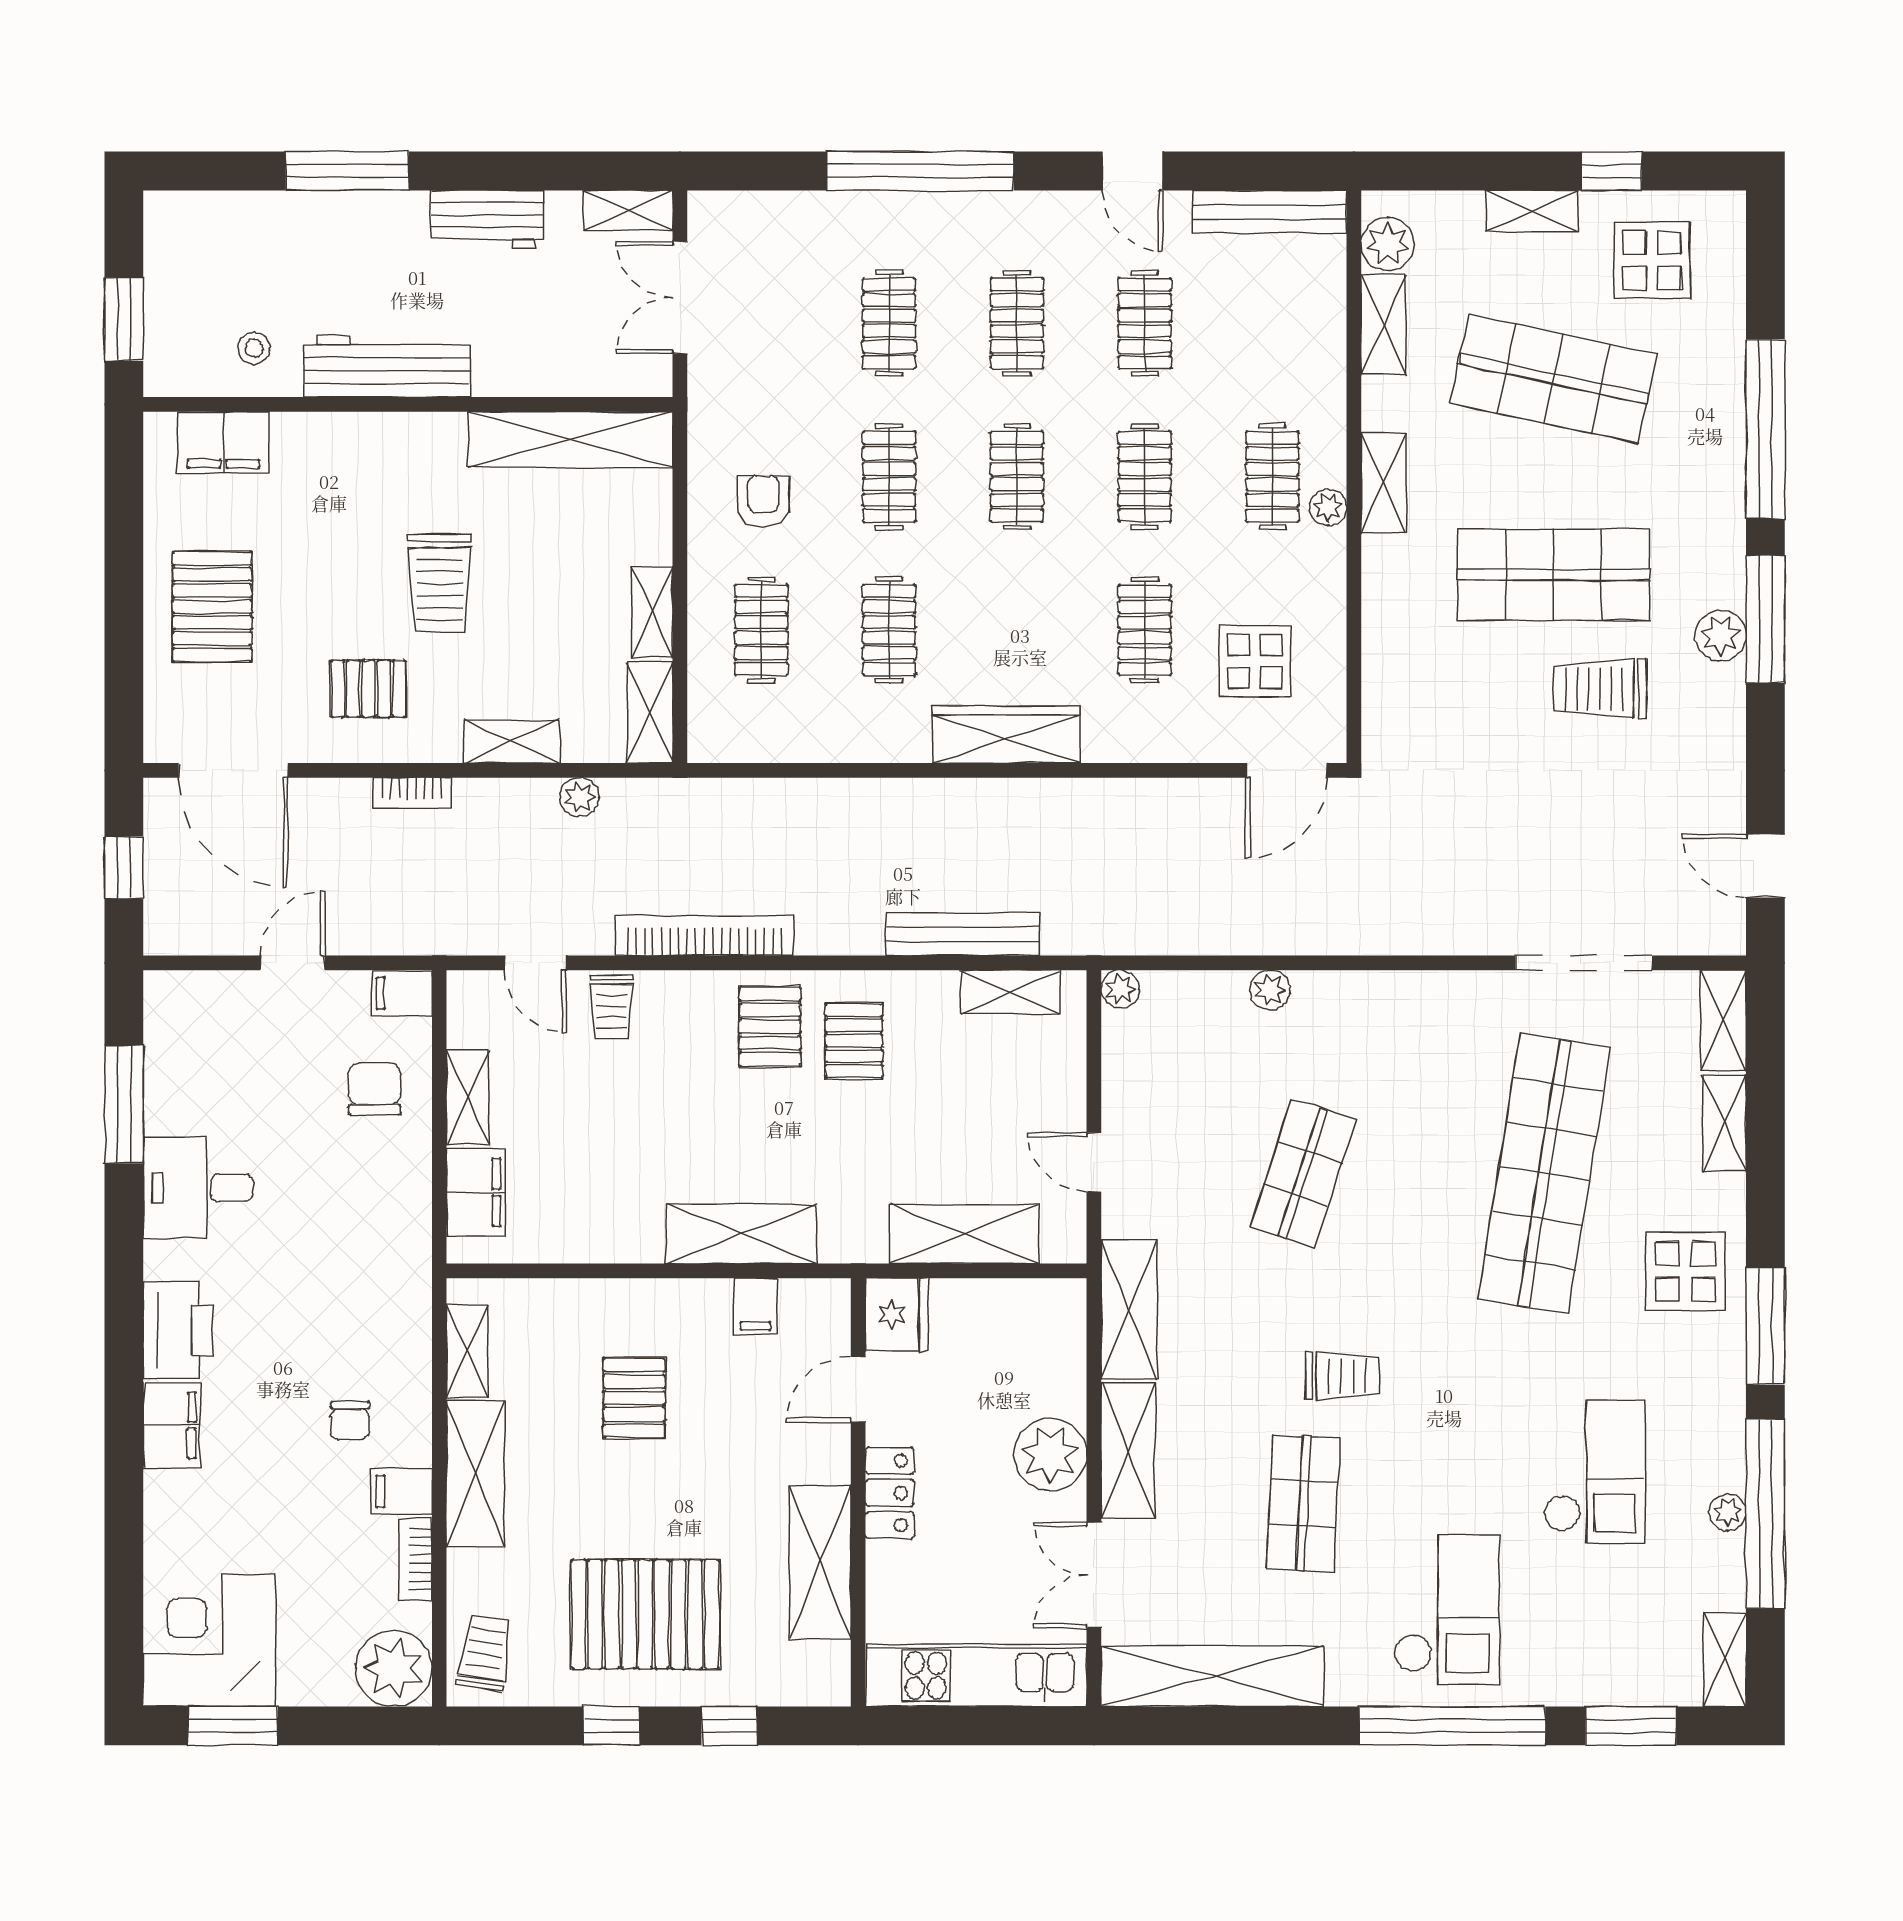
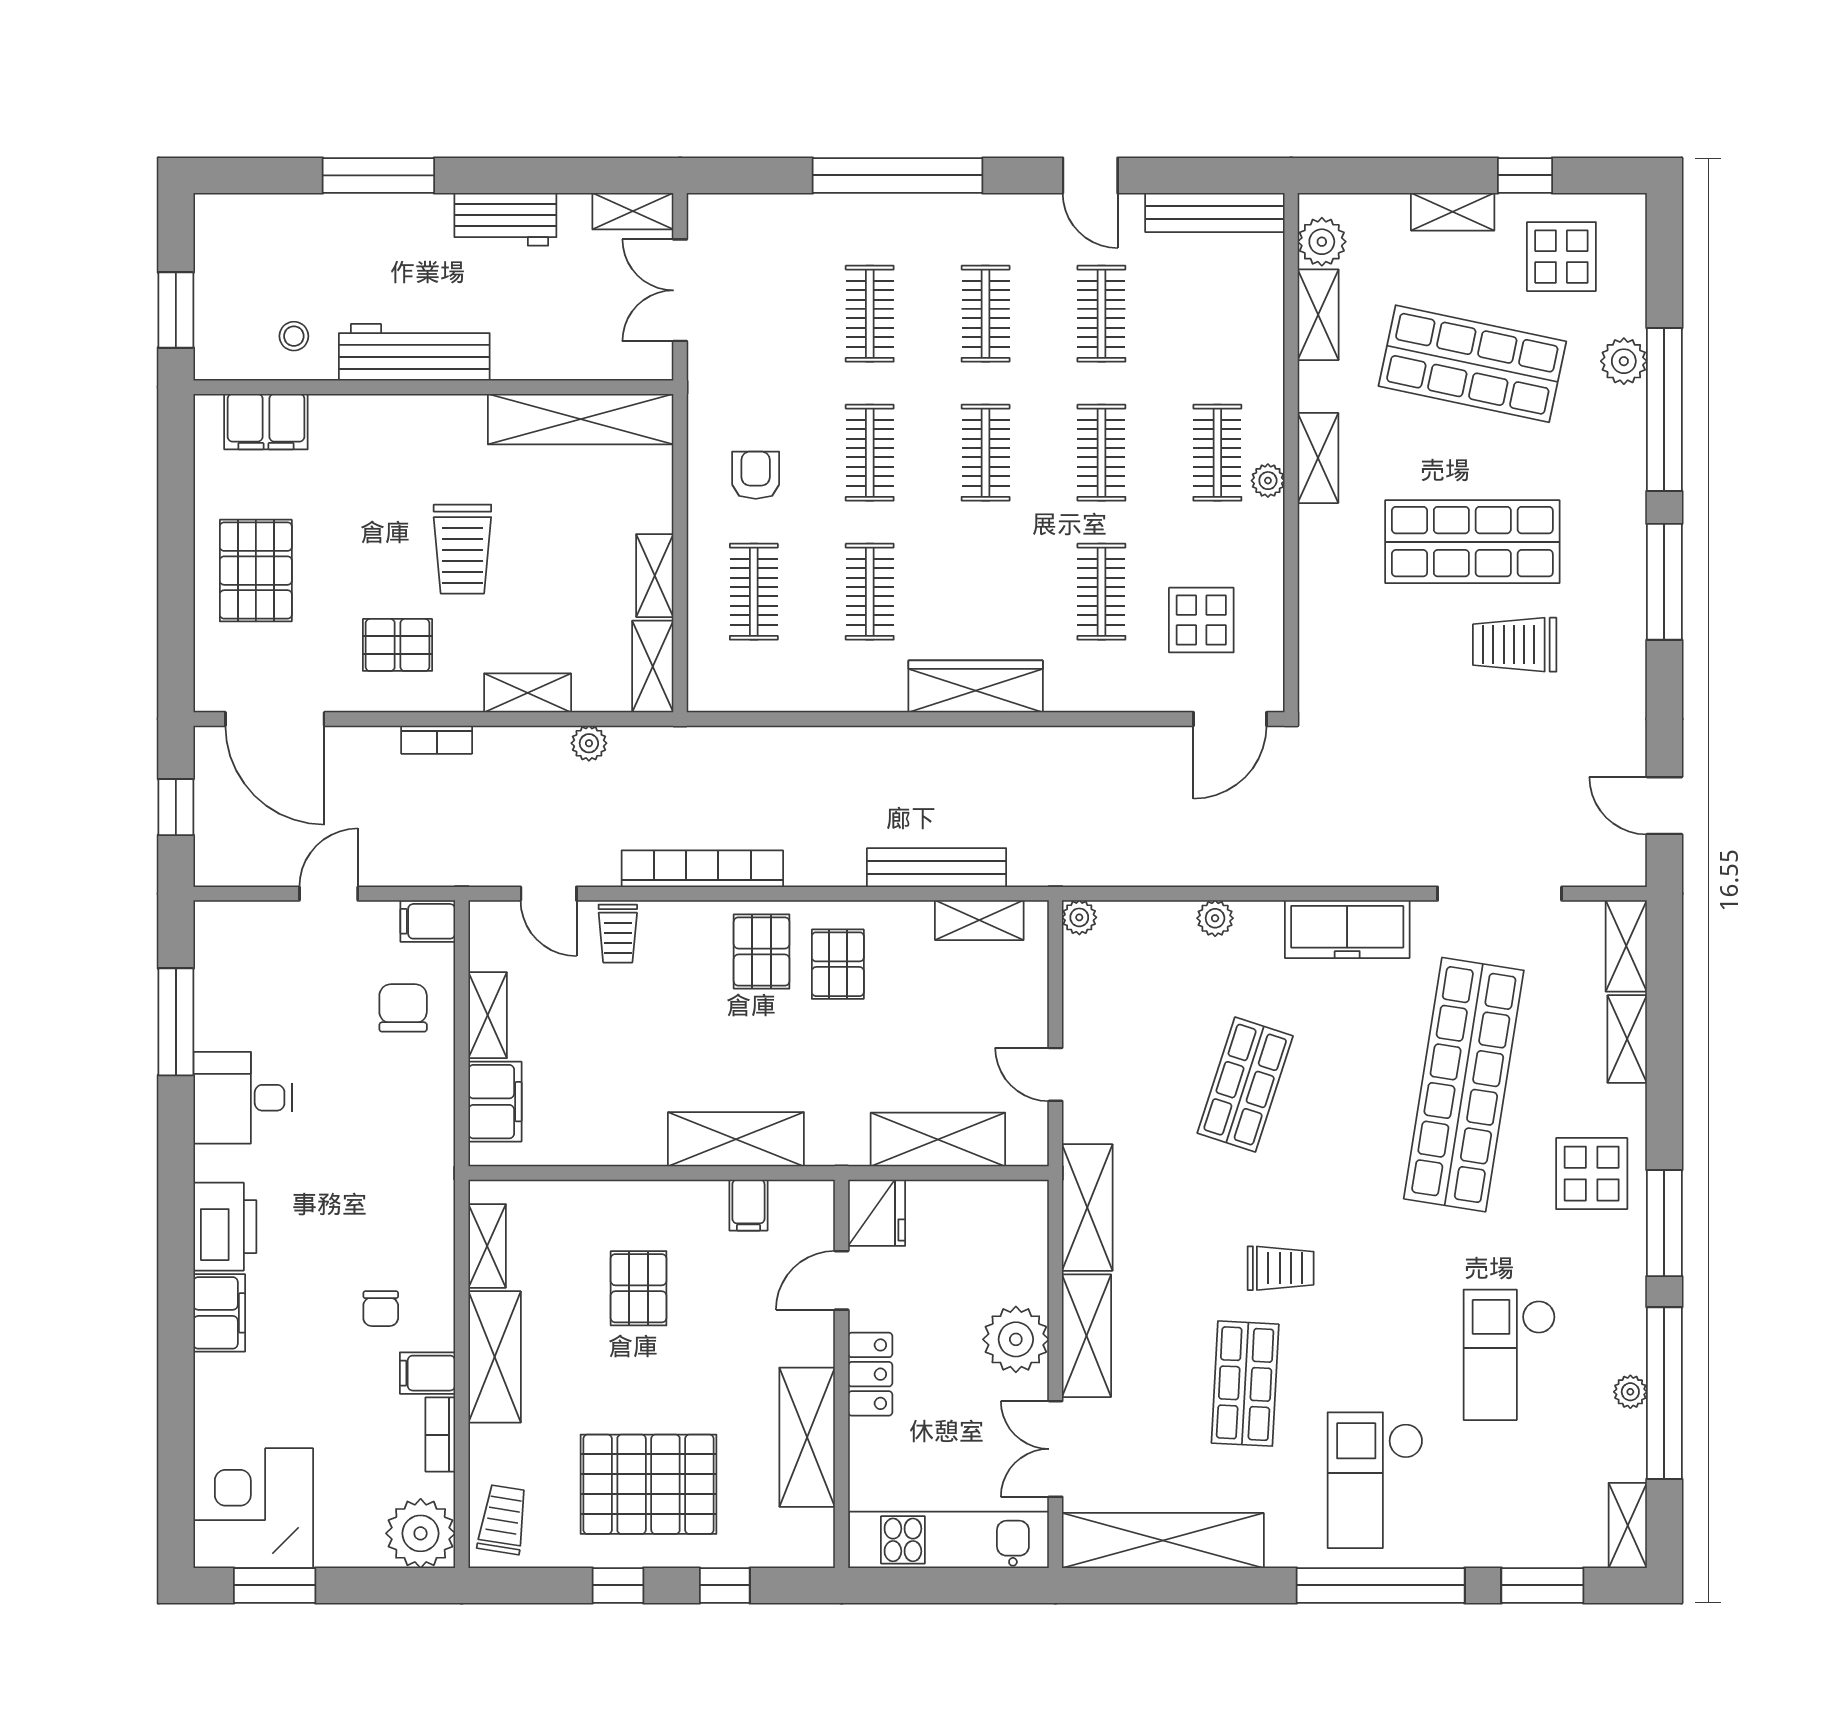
plant: (1721, 636) -> (1624, 361), moved
freezer: (1416, 1002) -> (1347, 929), added
checkout: (1595, 1471) -> (1509, 1355), turned 180
checkout: (1447, 1610) -> (1375, 1480), turned 180

